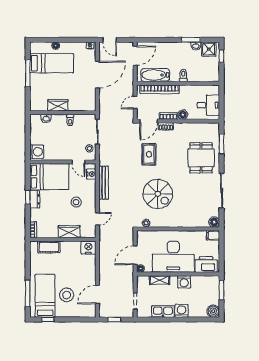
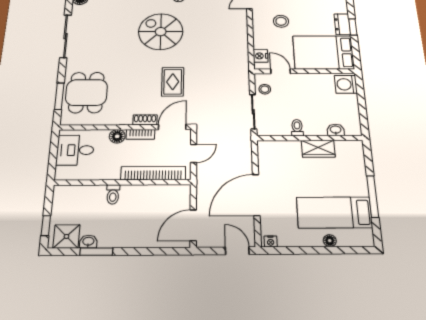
bathtub: (155, 75) -> (160, 195), removed
dining table: (201, 158) -> (86, 92), moved
bench: (104, 183) -> (241, 45), removed

